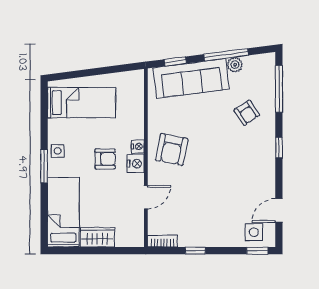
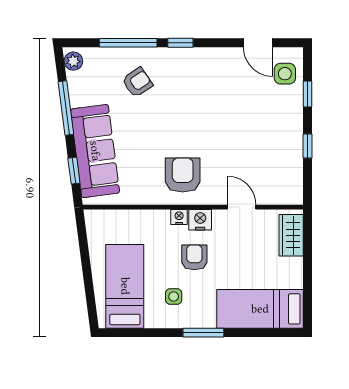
plant: (235, 65) -> (73, 61), moved
window: (279, 89) -> (128, 43), moved
armchair: (172, 149) -> (183, 175), turned -101
side table: (58, 151) -> (174, 296), moved
wardrobe: (97, 237) -> (291, 235), moved
bookcase: (162, 241) -> (296, 187), removed
window: (257, 251) -> (308, 94), moved

